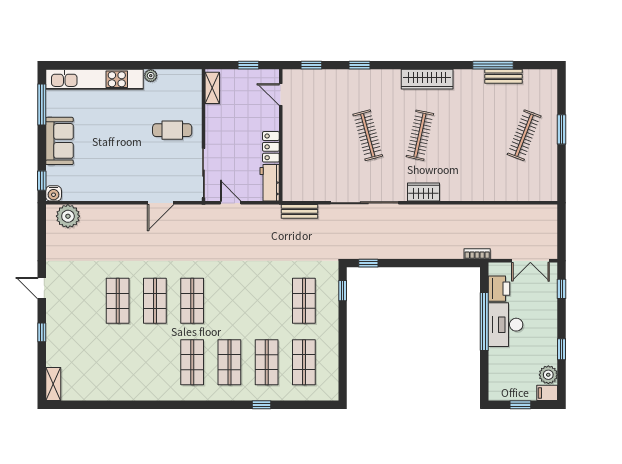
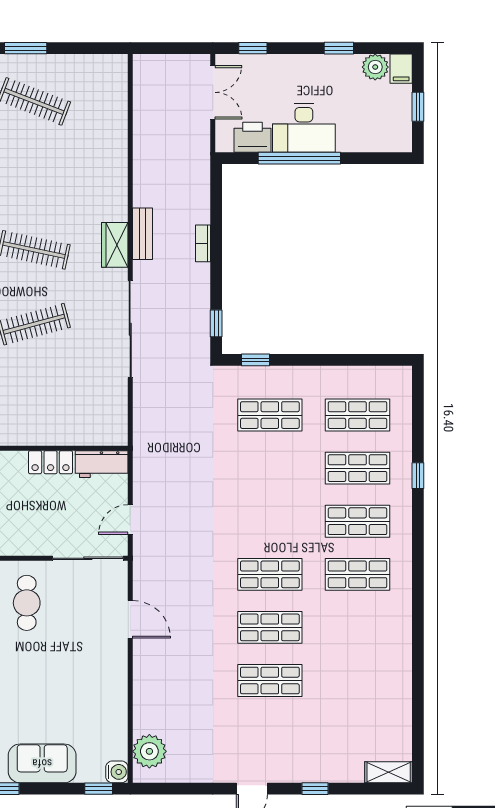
bench: (299, 211) -> (142, 234), moved
bookcase: (477, 254) -> (203, 243), moved

